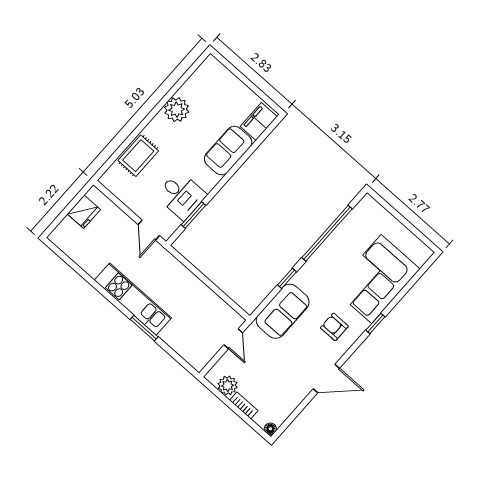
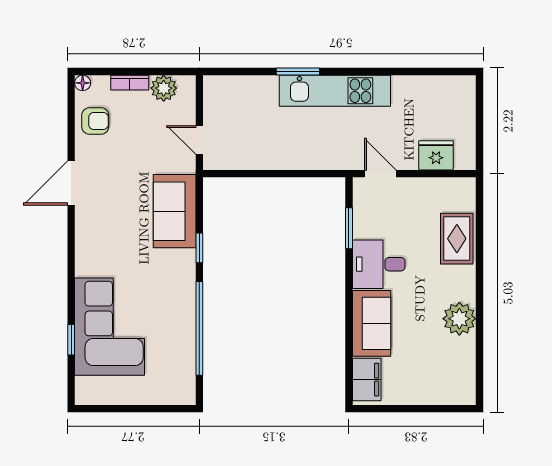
desk: (181, 195) -> (379, 264), moved
fridge: (84, 212) -> (436, 155), moved, turned 90
window: (375, 323) -> (71, 340), moved
armchair: (334, 327) -> (95, 121), moved

